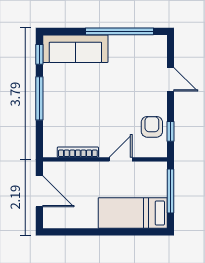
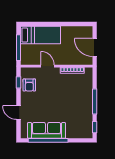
sofa: (75, 49) -> (47, 130), moved
door: (121, 159) -> (48, 66), swing flipped

